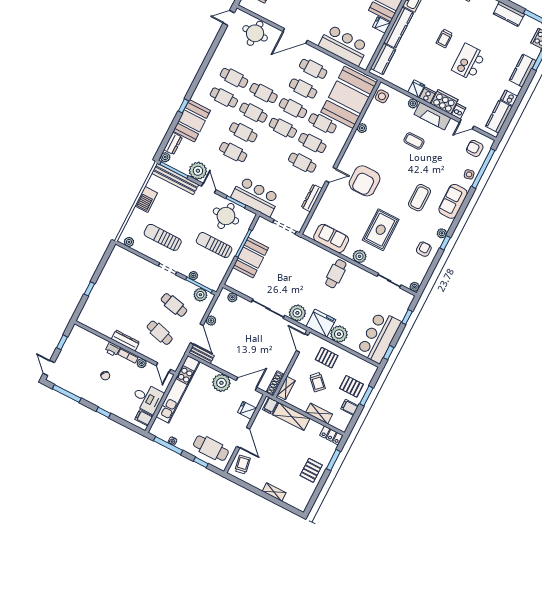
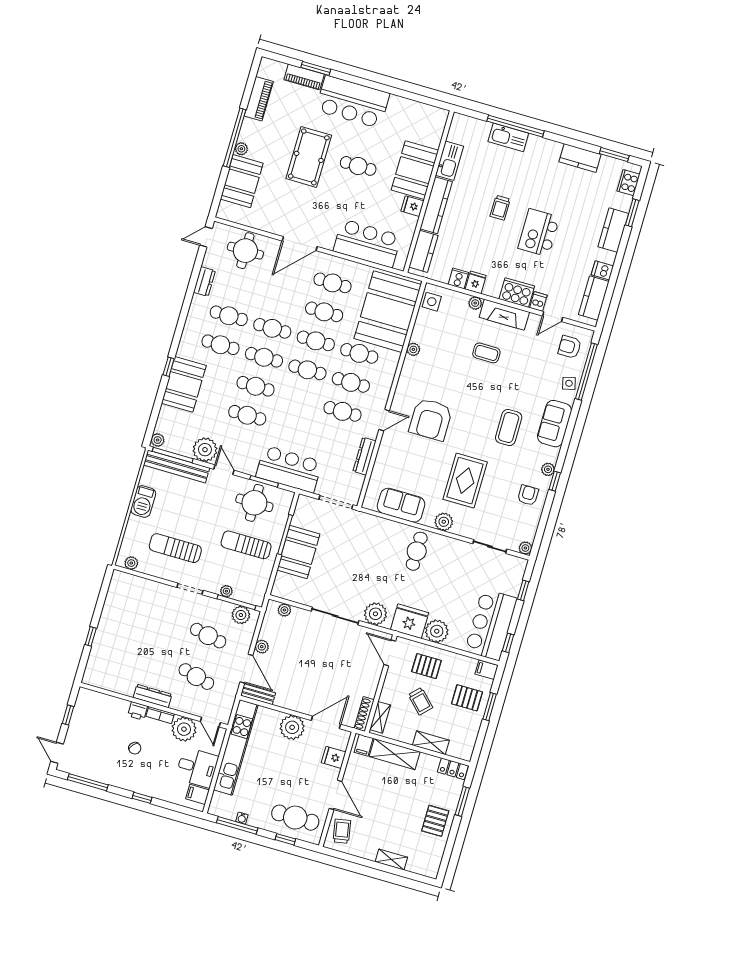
cooker: (427, 95) -> (458, 278), moved
dresser: (173, 143) -> (204, 281), moved
plant: (142, 363) -> (184, 729), width x1.87, depth x1.87
filing cabinet: (350, 407) -> (487, 670), moved

